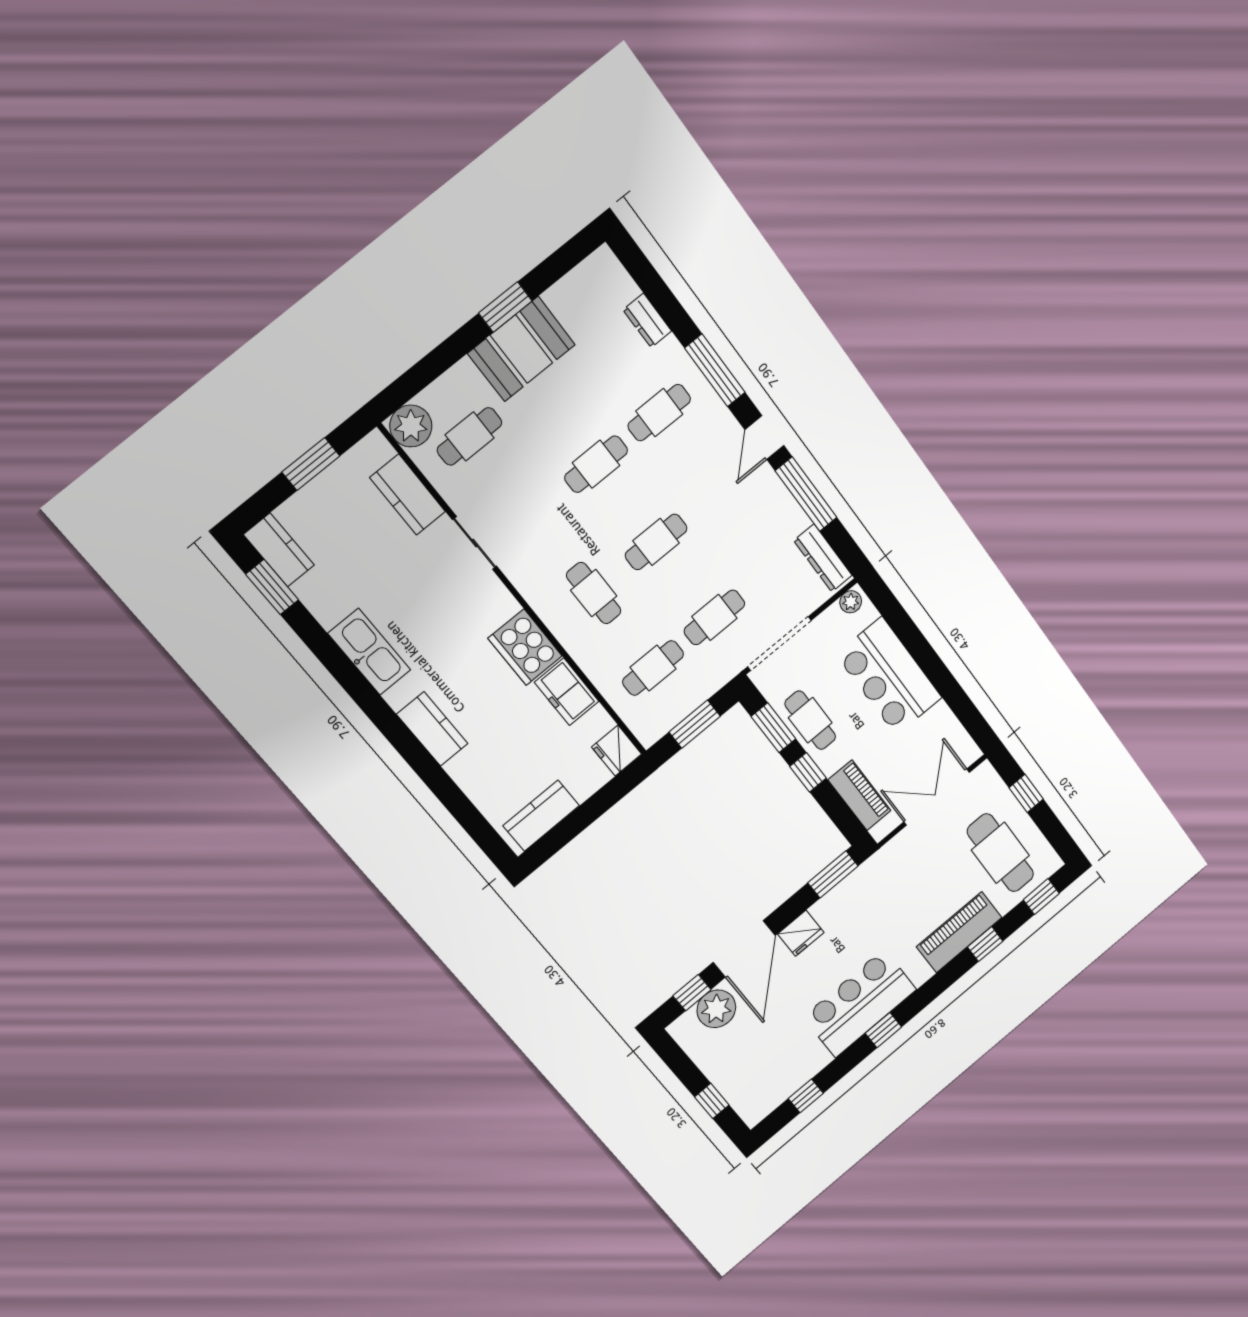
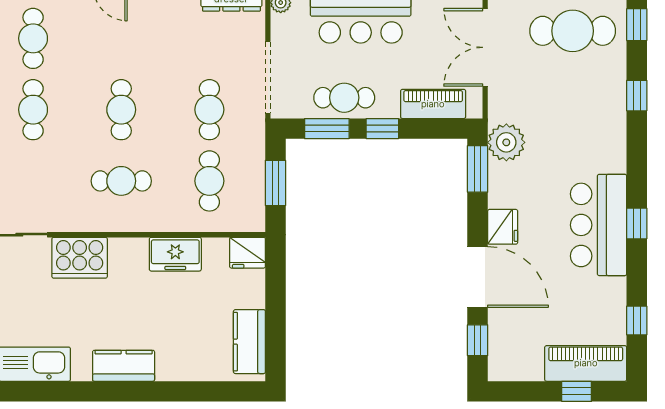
cooker: (525, 647) -> (80, 258), moved
piano: (959, 932) -> (586, 363), moved, turned 90
plant: (716, 1009) -> (506, 142), moved

